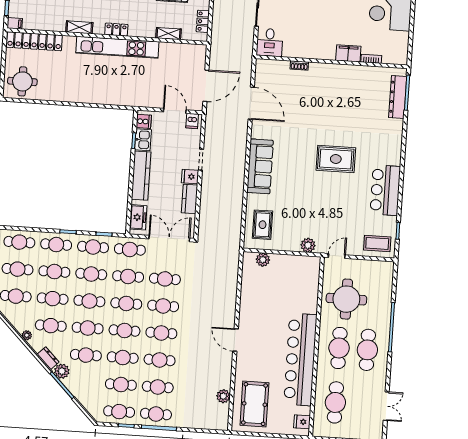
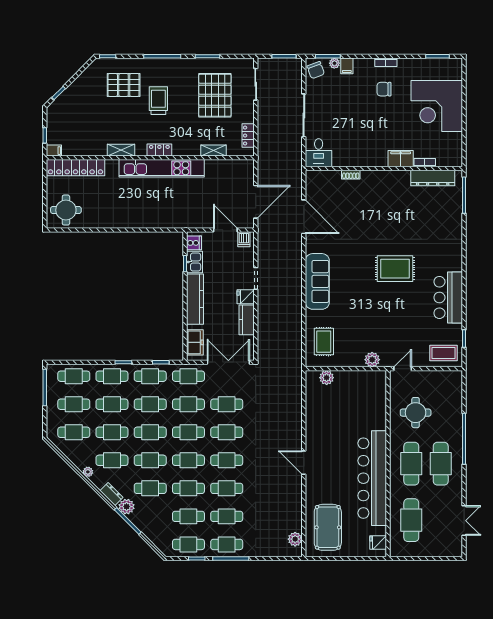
dresser: (398, 97) -> (433, 178), moved, turned -90
round table: (346, 299) -> (416, 413), width x0.73, depth x0.73
plant: (223, 396) -> (295, 539), moved

